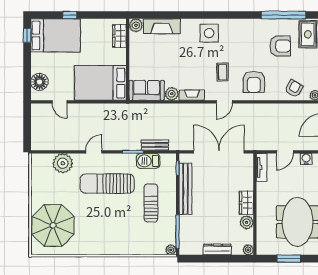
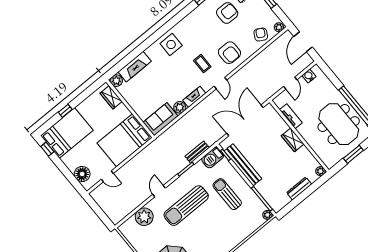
barbecue: (148, 161) -> (213, 158), moved
tv unit: (262, 167) -> (291, 116), moved
plant: (247, 222) -> (304, 153), removed

